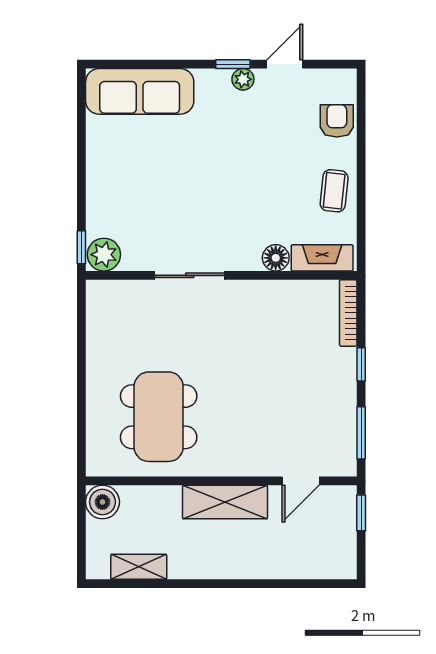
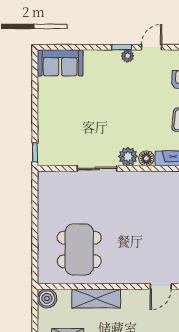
sofa: (140, 91) -> (60, 63), width x0.73
plant: (104, 255) -> (128, 156), moved
shelving: (225, 502) -> (96, 298), moved

